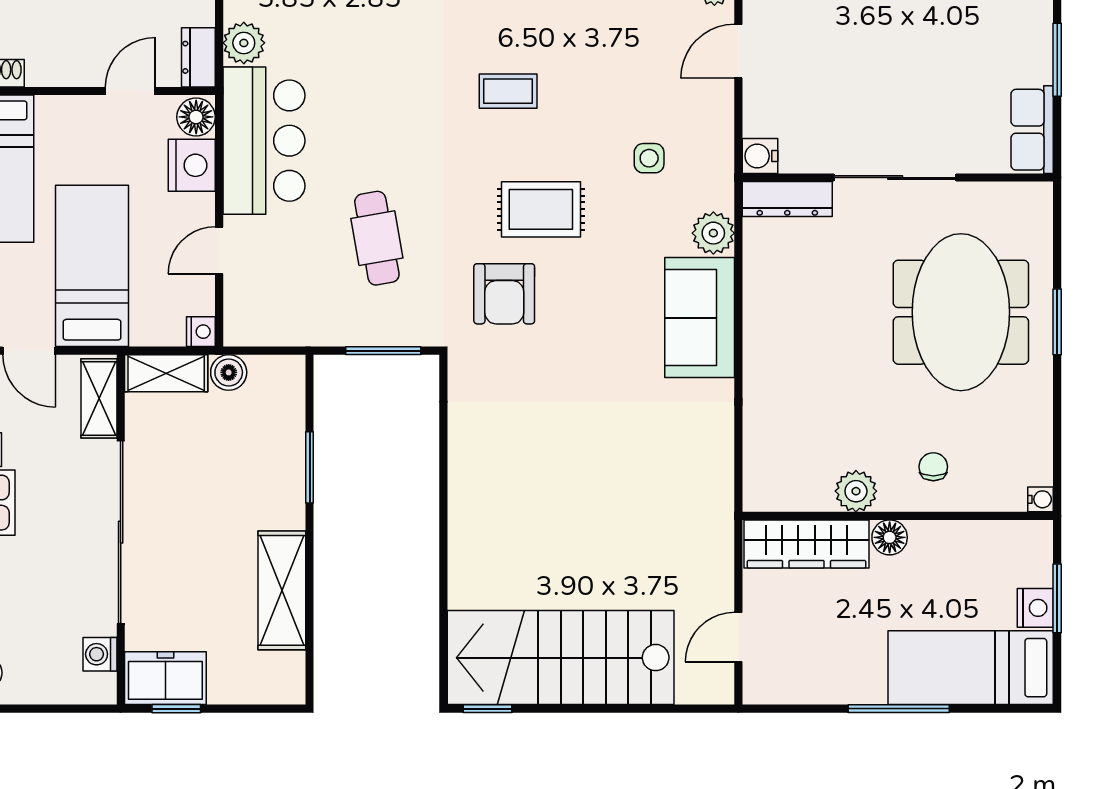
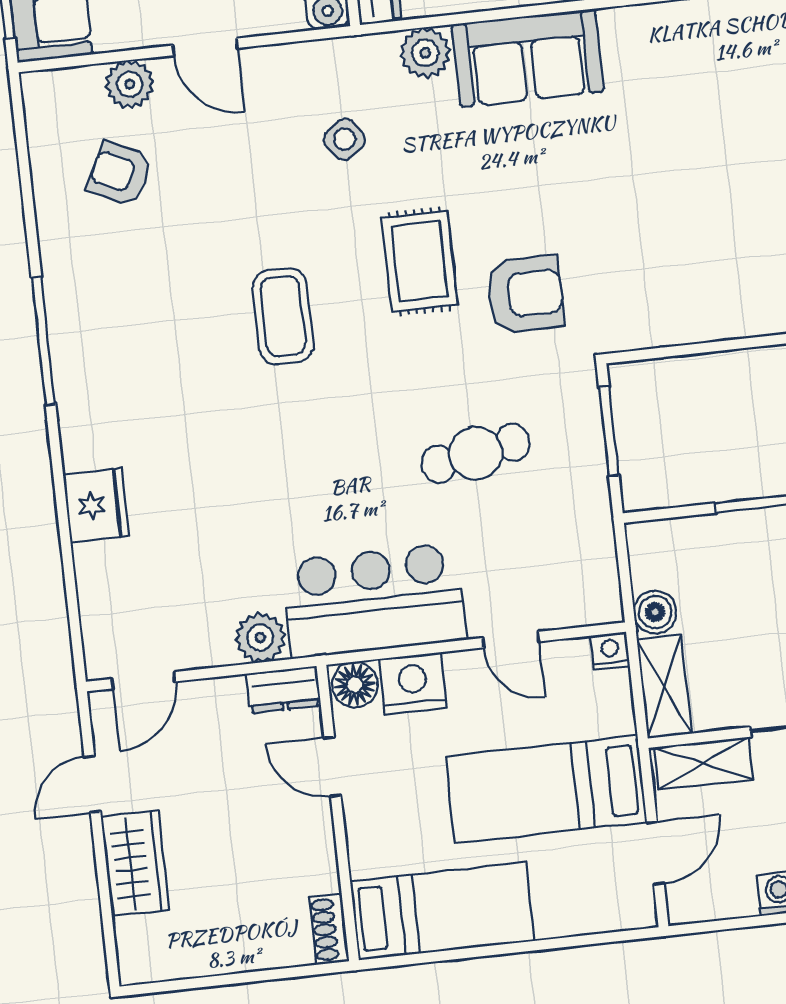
coffee table: (508, 91) -> (283, 316), width x1.36, depth x1.30
side table: (649, 158) -> (344, 139), turned -37

